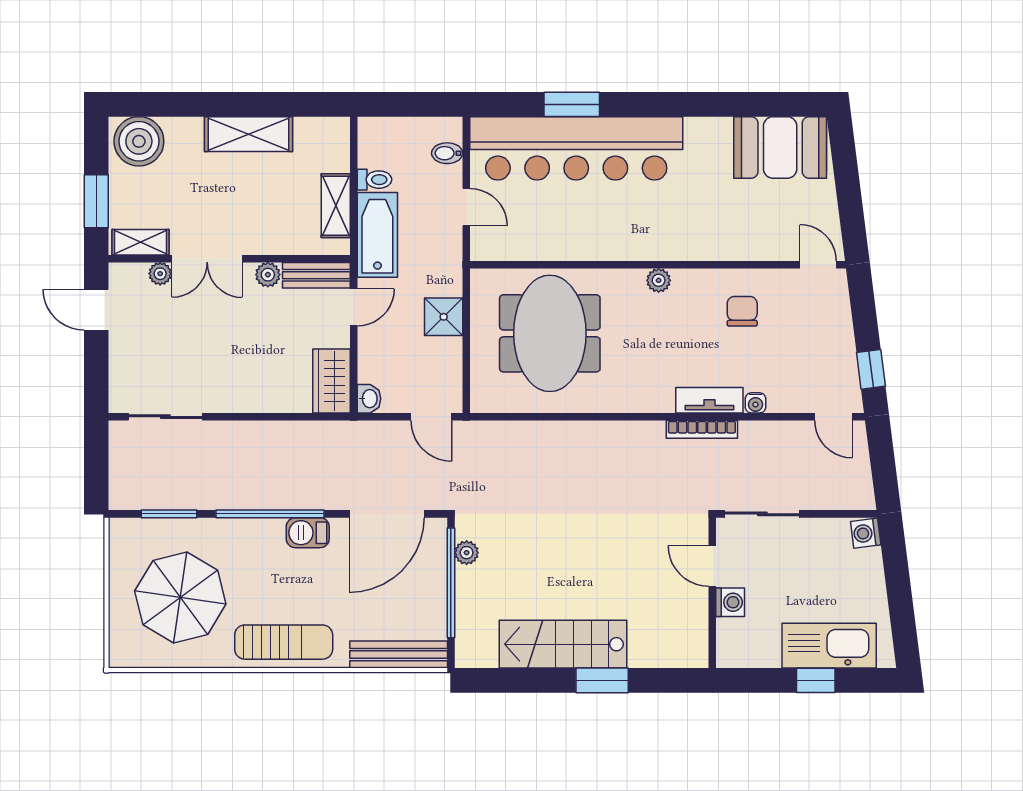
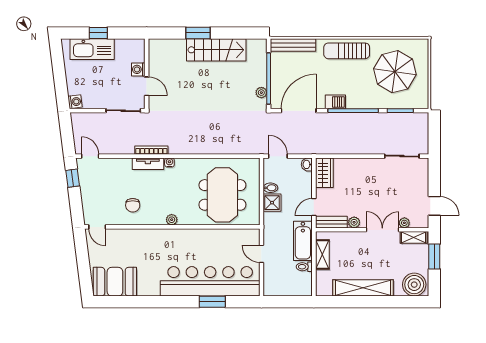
shelving: (249, 134) -> (363, 288), width x1.47
bidet: (447, 153) -> (270, 188), moved
water cooler: (755, 403) -> (169, 162), moved

